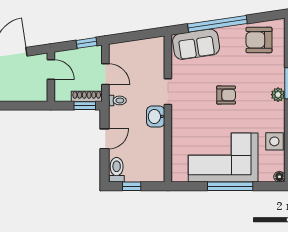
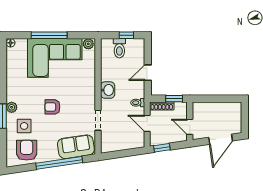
armchair: (259, 40) -> (27, 150), turned -90
doorway: (168, 92) -> (98, 120), moved
window: (85, 106) -> (174, 99), moved
side table: (274, 141) -> (24, 126), moved
toilet: (117, 170) -> (119, 48), moved
plant: (180, 175) -> (88, 44), added

